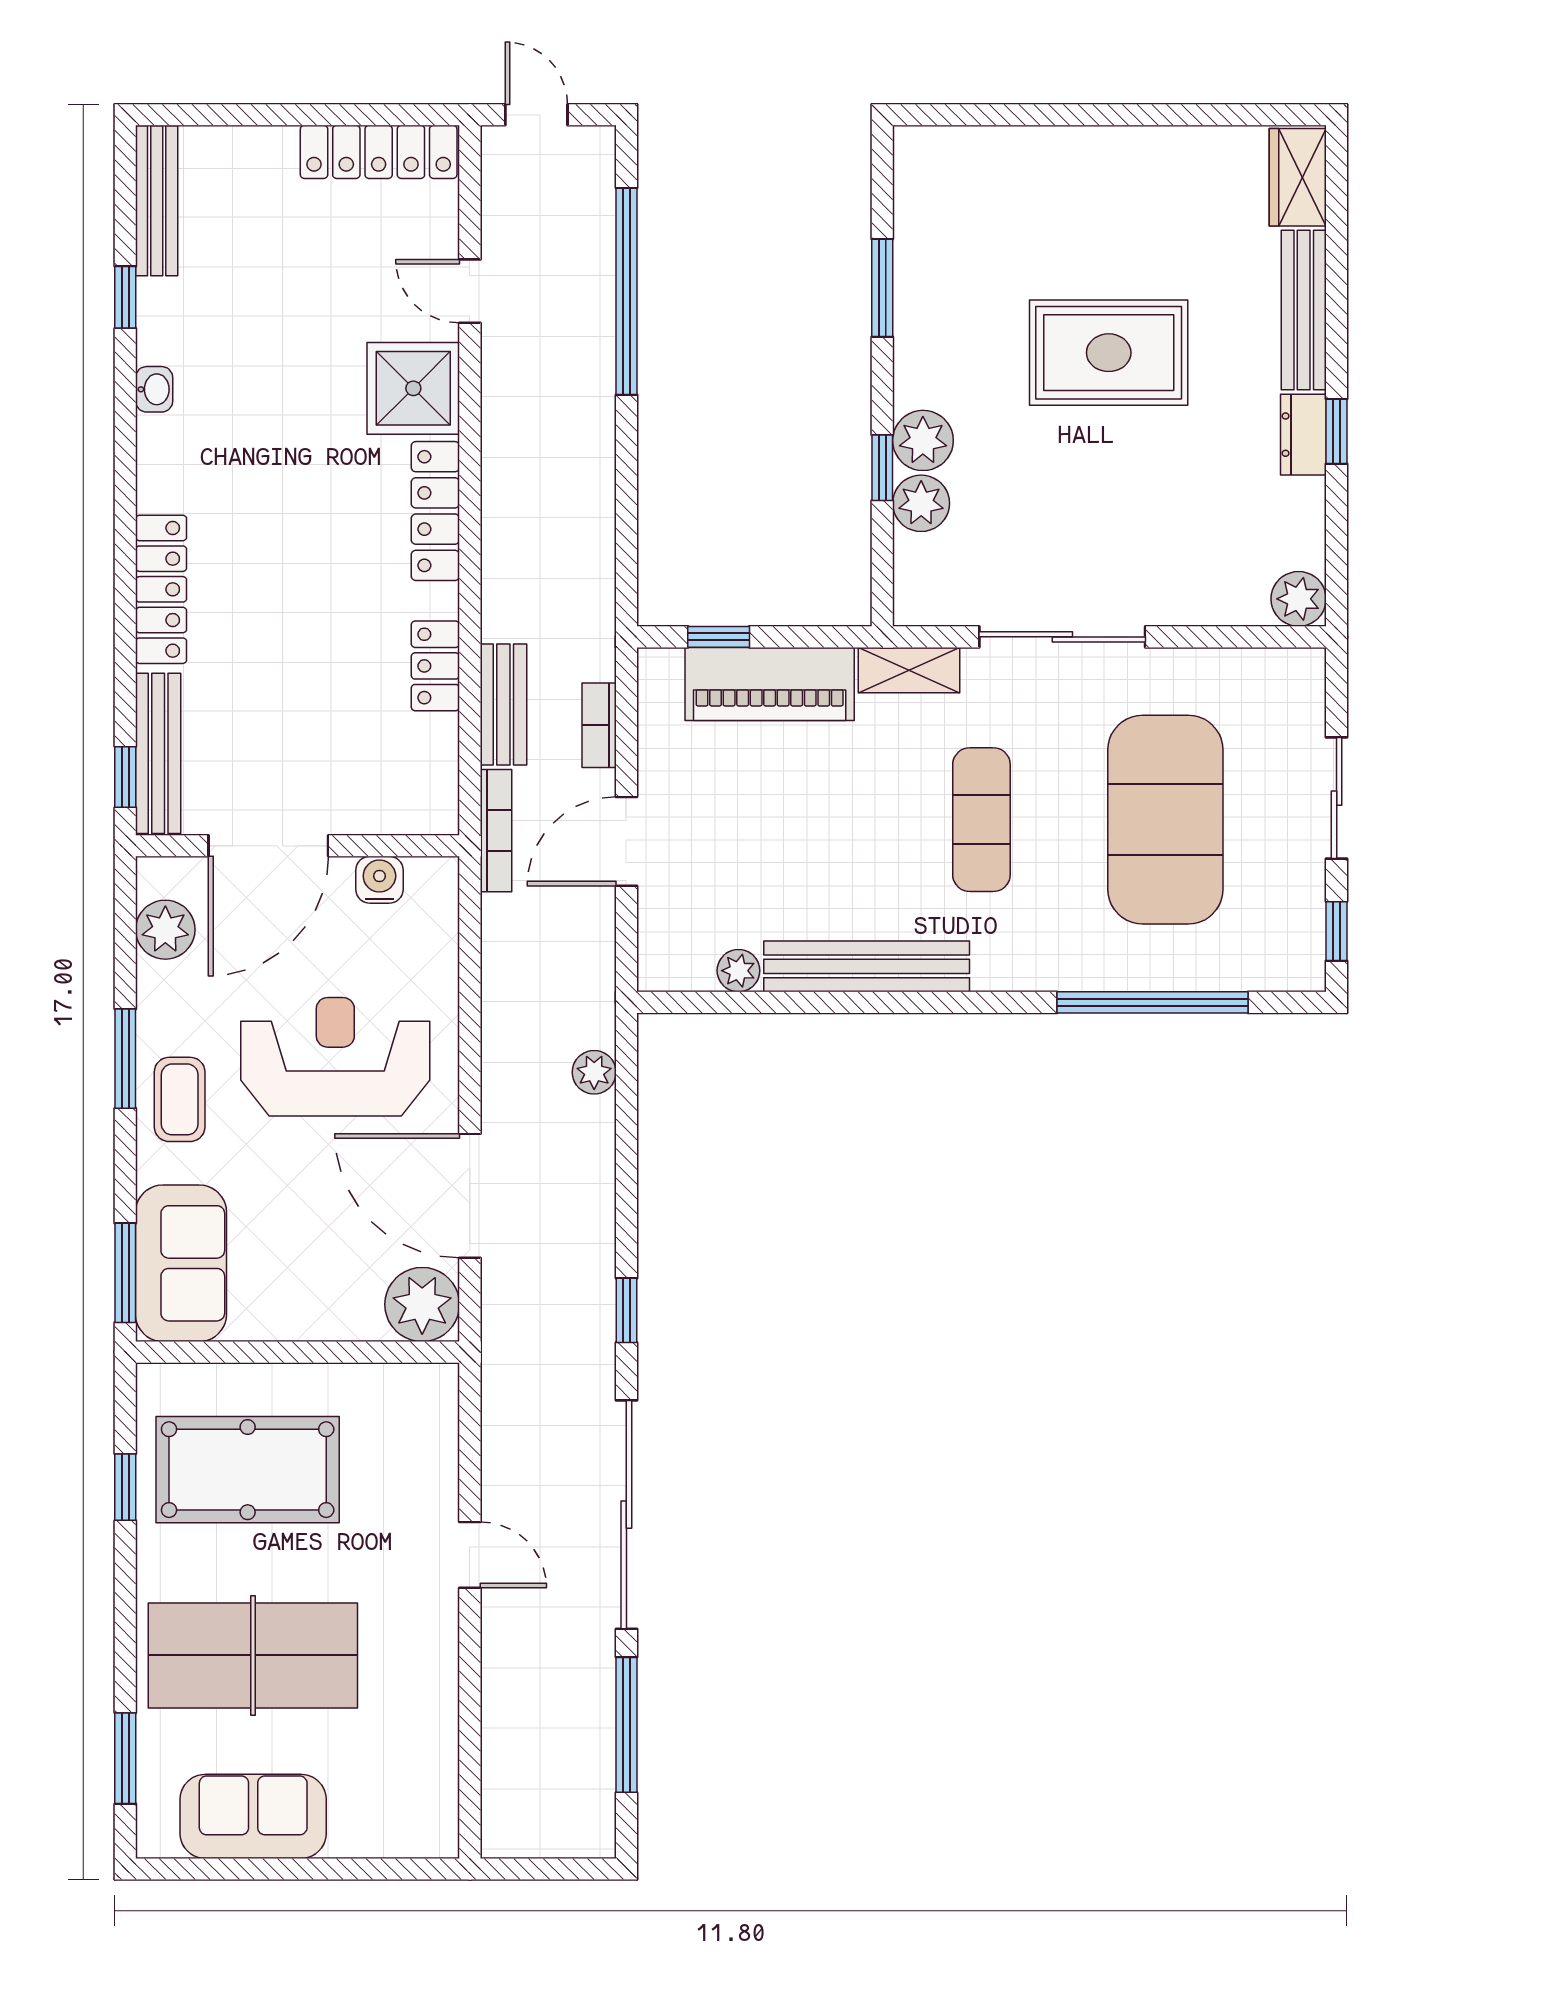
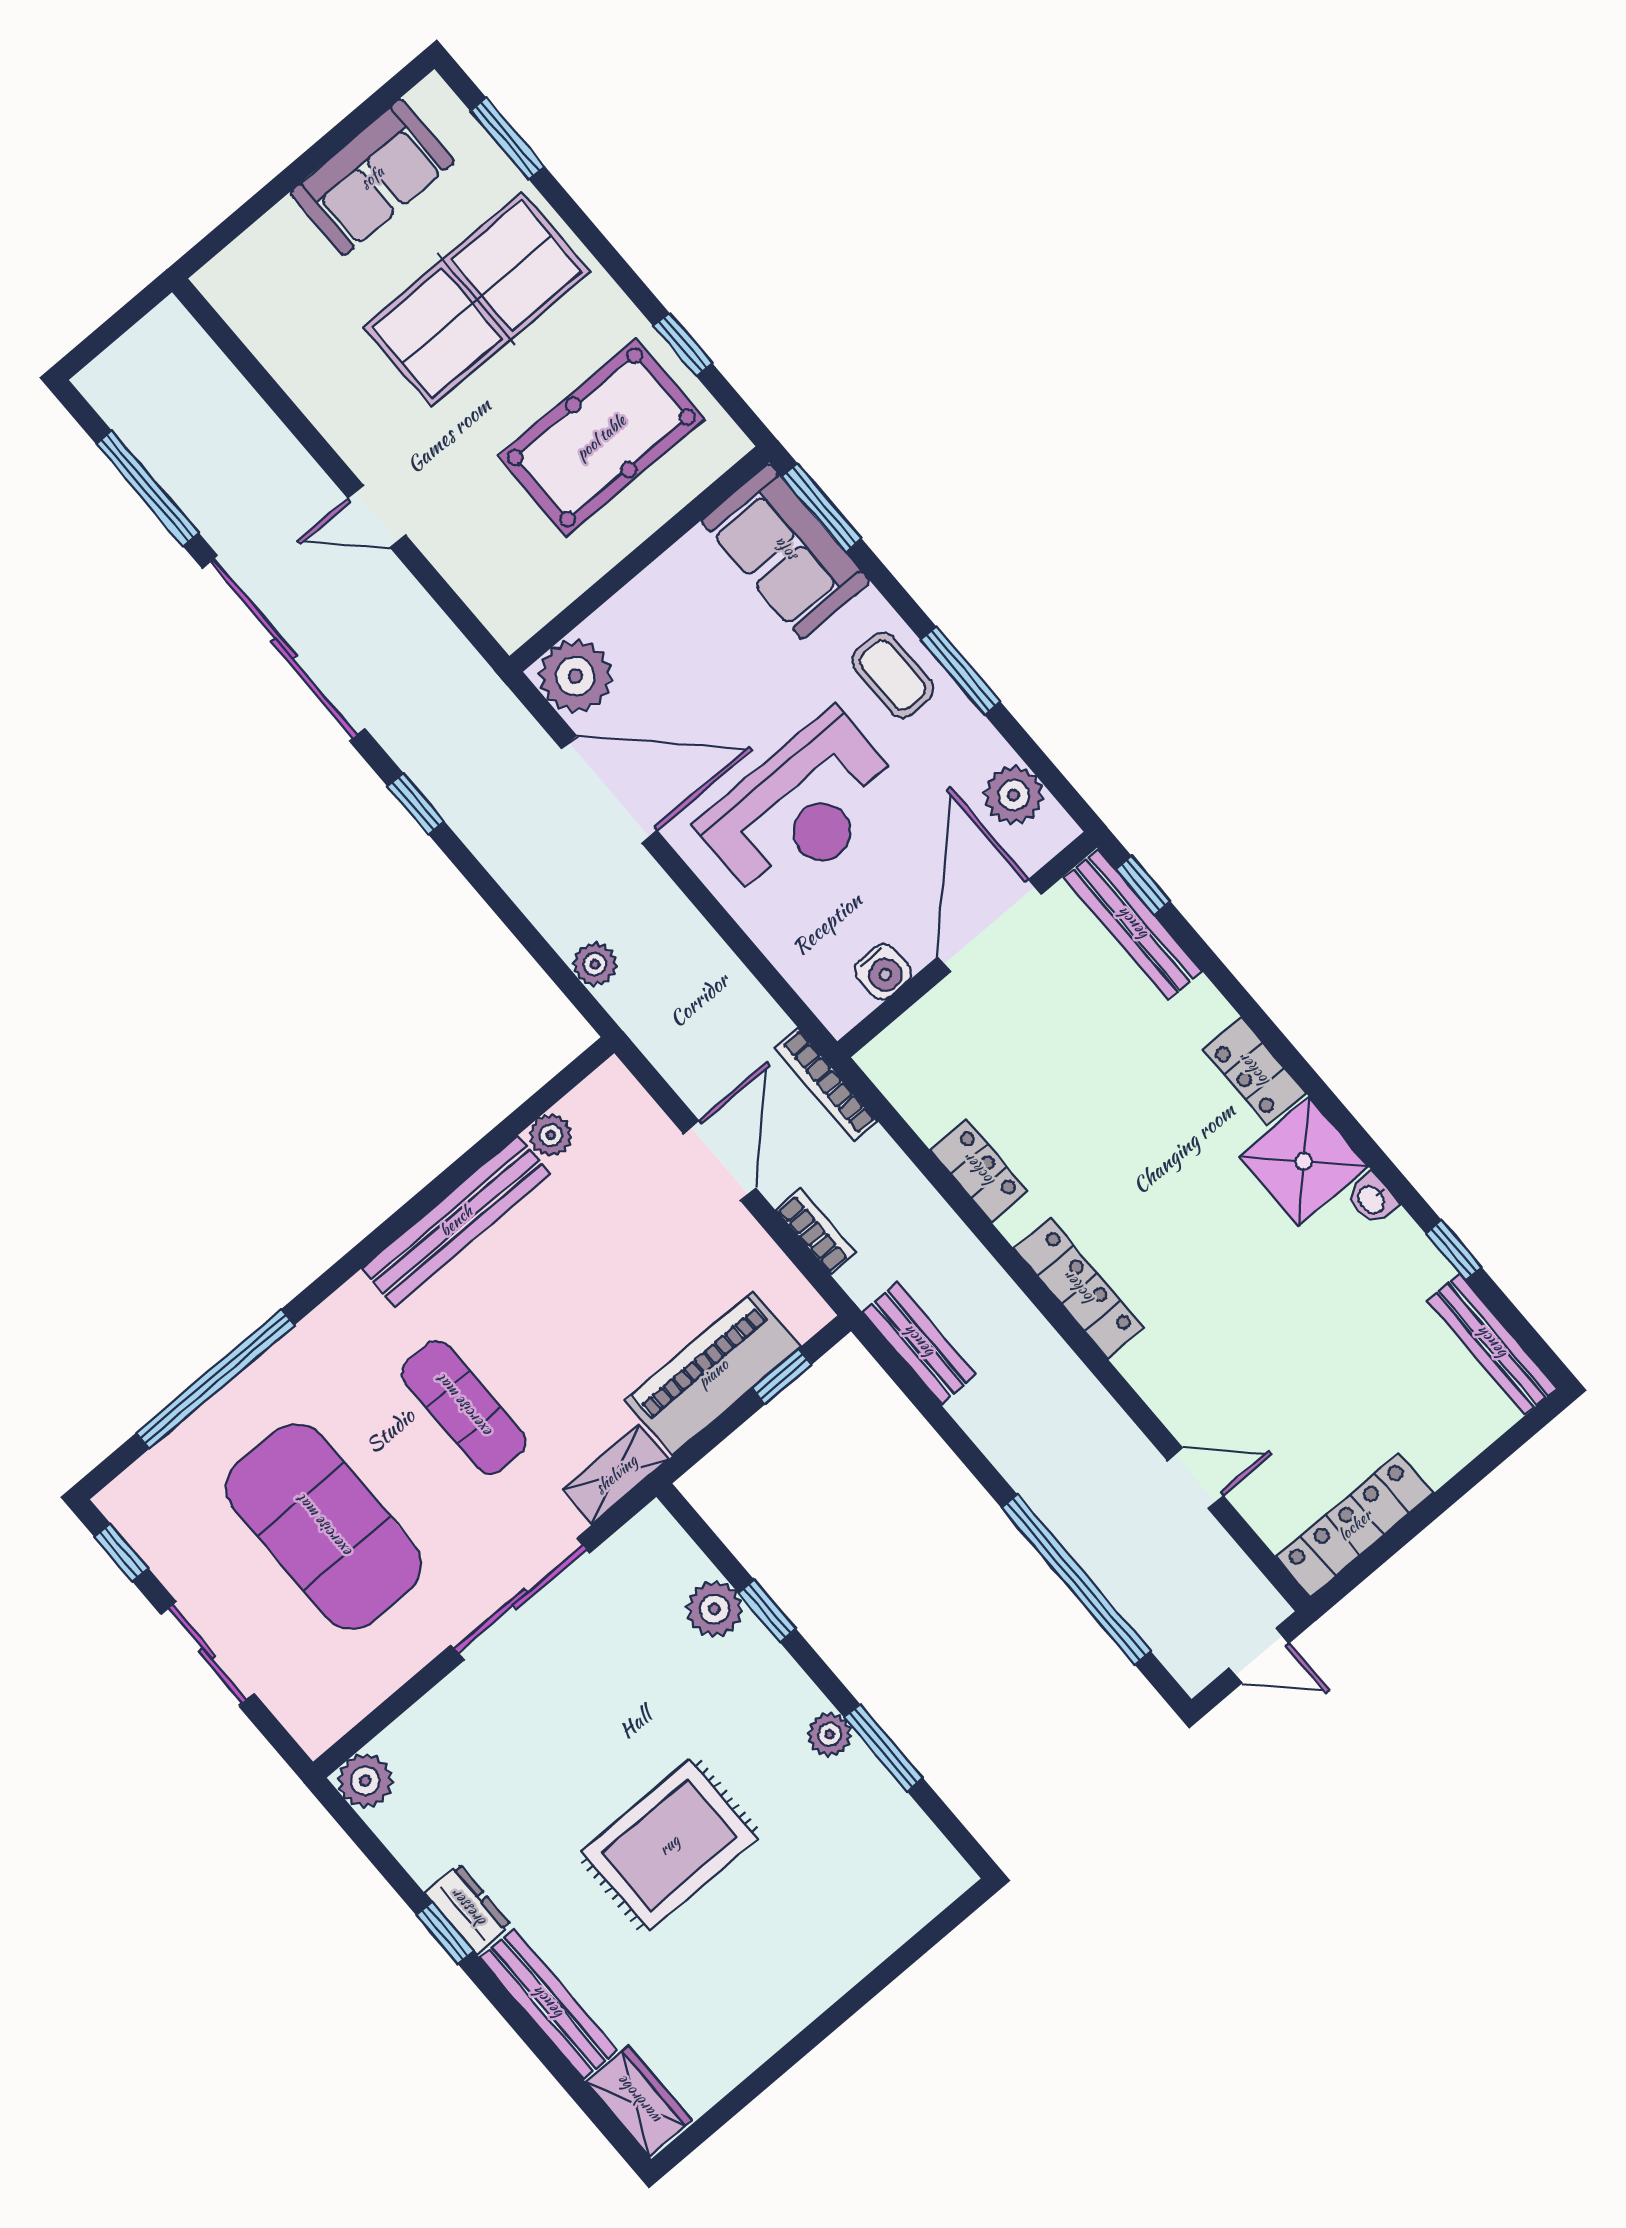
shower: (413, 388) -> (1304, 1161), moved
plant: (923, 440) -> (830, 1734), moved, width x0.73, depth x0.73
locker: (161, 589) -> (1254, 1071), width x0.66
bench: (503, 705) -> (919, 1343), moved

